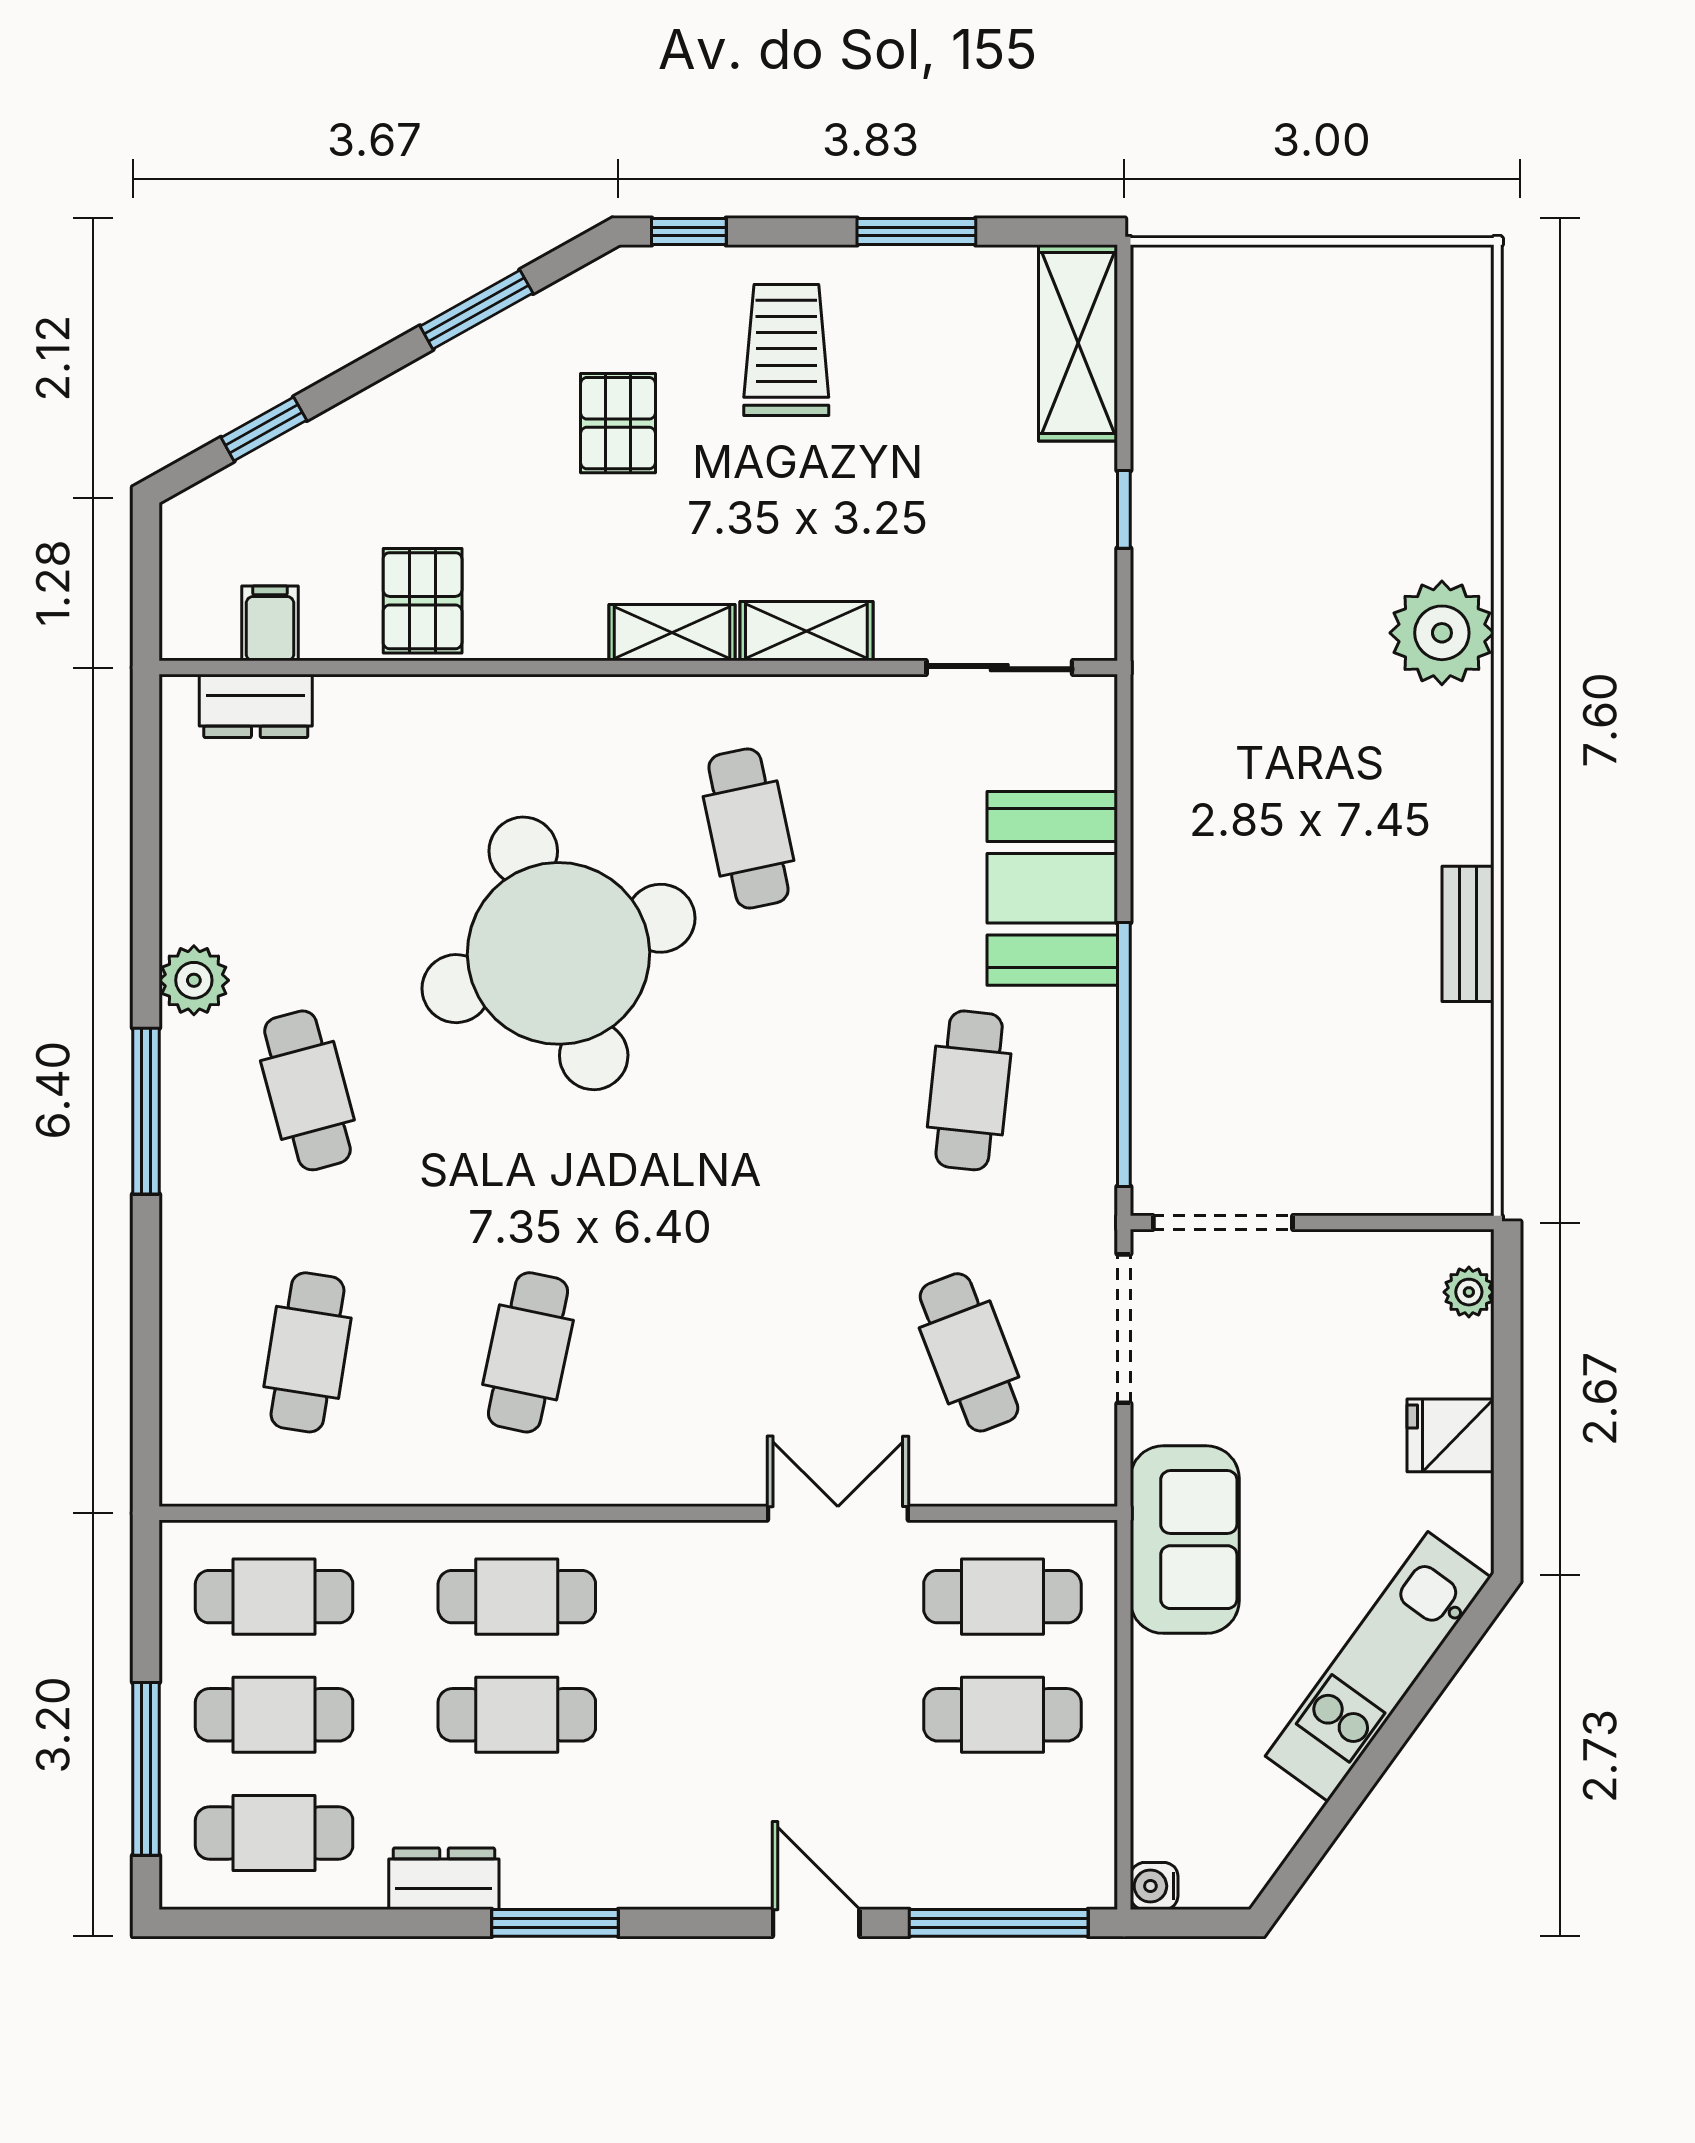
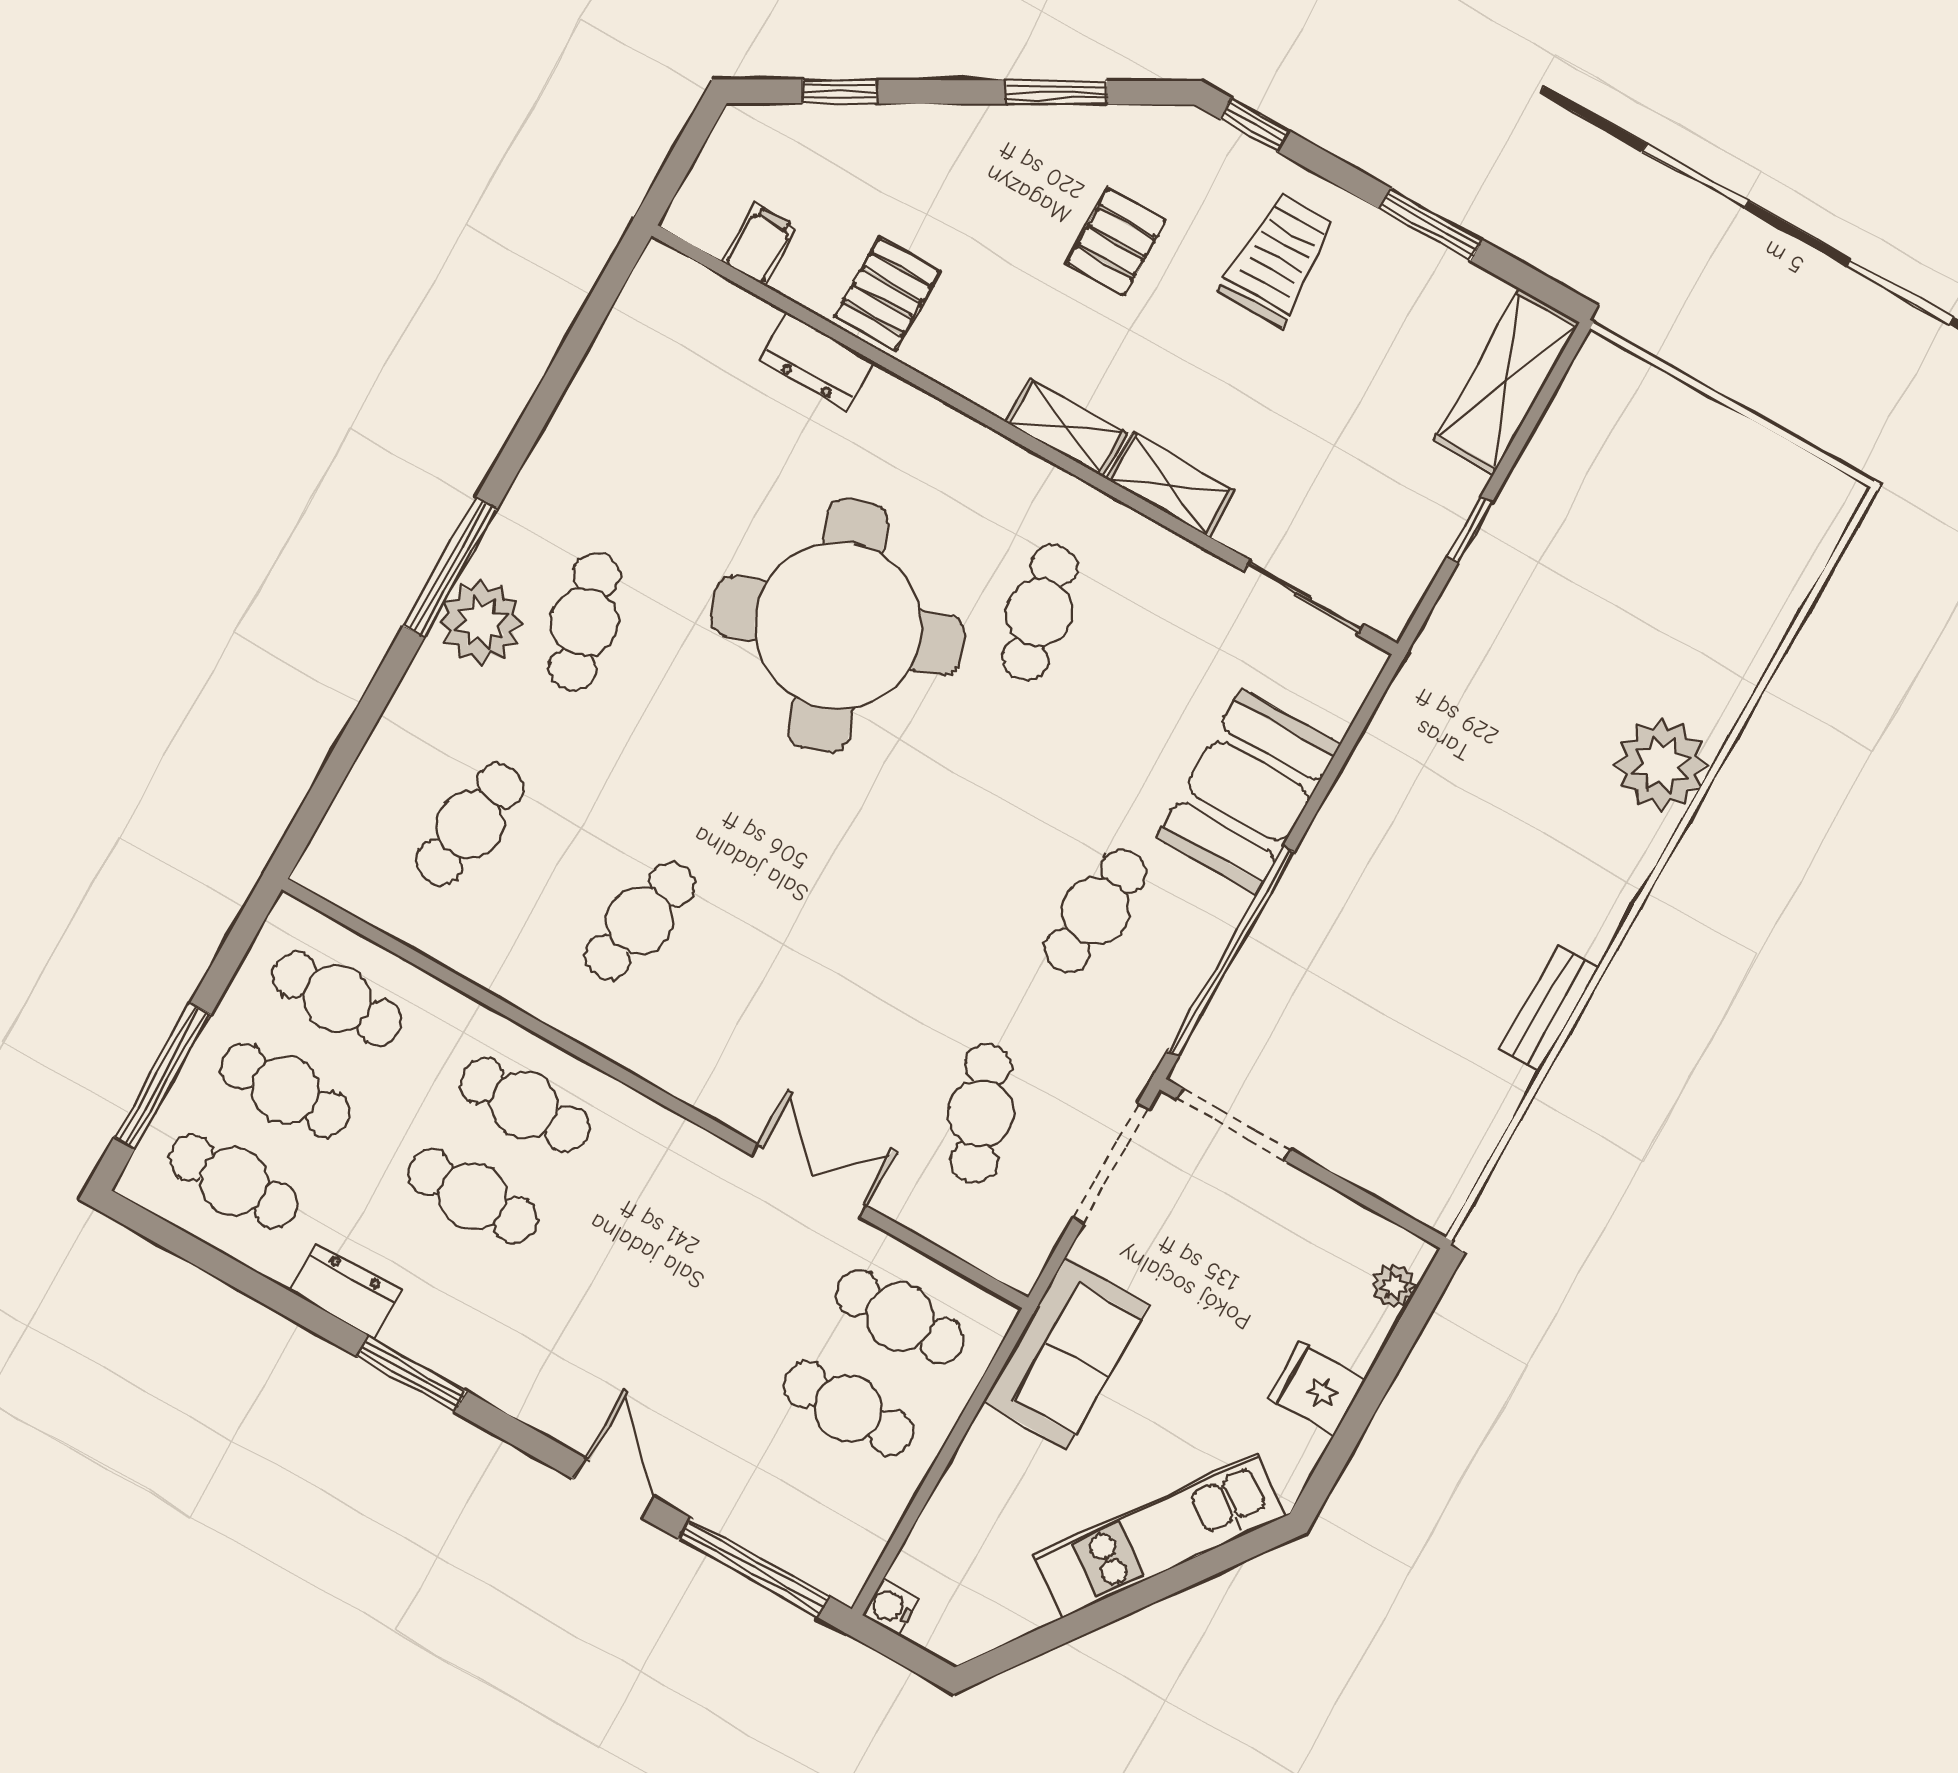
dresser: (256, 706) -> (817, 361), moved
plant: (194, 980) -> (481, 622), moved, width x1.36, depth x1.36

